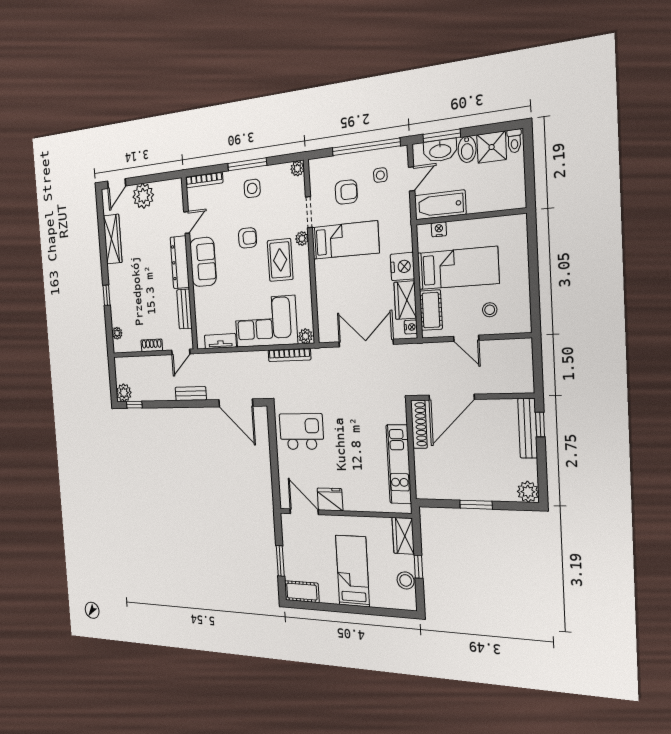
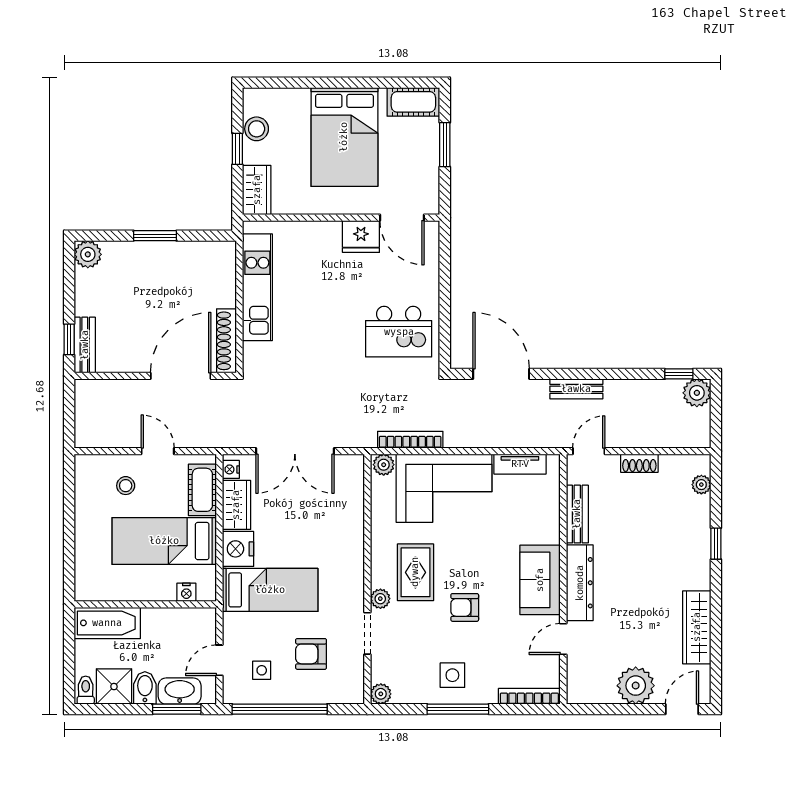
bathtub: (440, 205) -> (107, 623), moved
bed: (345, 240) -> (270, 590), moved, turned 180
bench: (528, 428) -> (85, 345), width x0.73
bed: (352, 571) -> (344, 137), width x1.50

